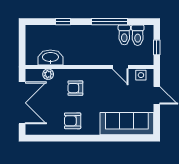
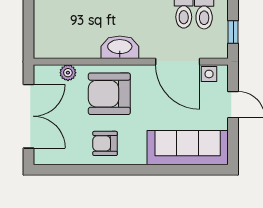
washbasin: (50, 57) -> (120, 47), moved
door: (120, 67) -> (178, 62), width x1.87
armchair: (75, 88) -> (109, 94), width x1.88, depth x1.88

